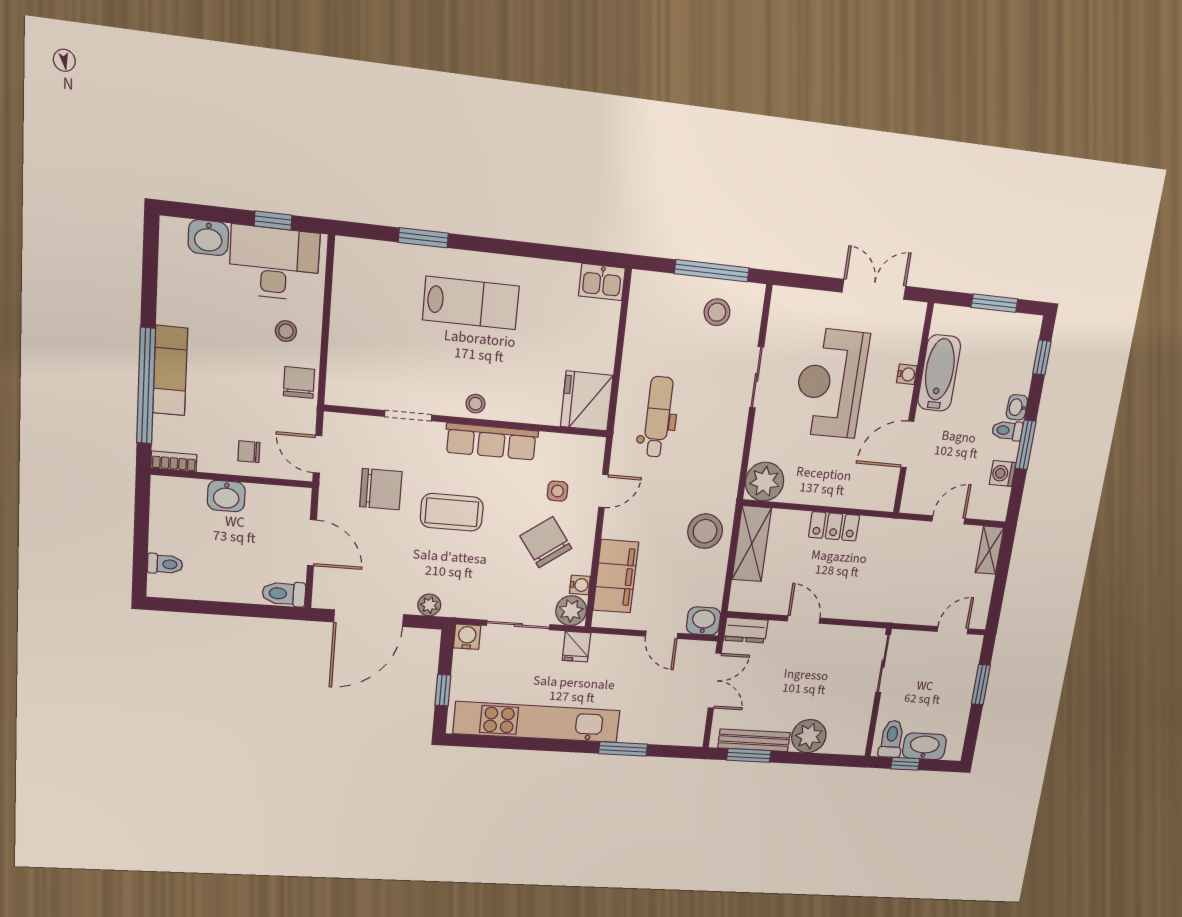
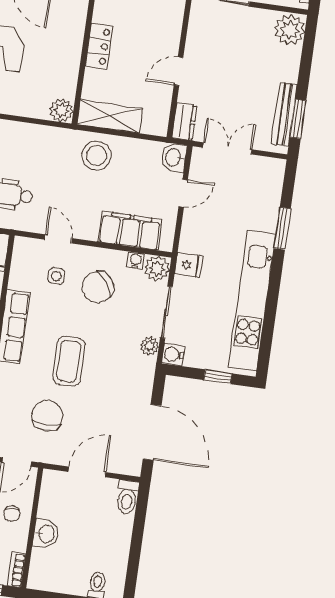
plant: (765, 482) -> (62, 110), width x0.73, depth x0.73
plant: (429, 605) -> (150, 346), moved
plant: (809, 736) -> (290, 30), moved

